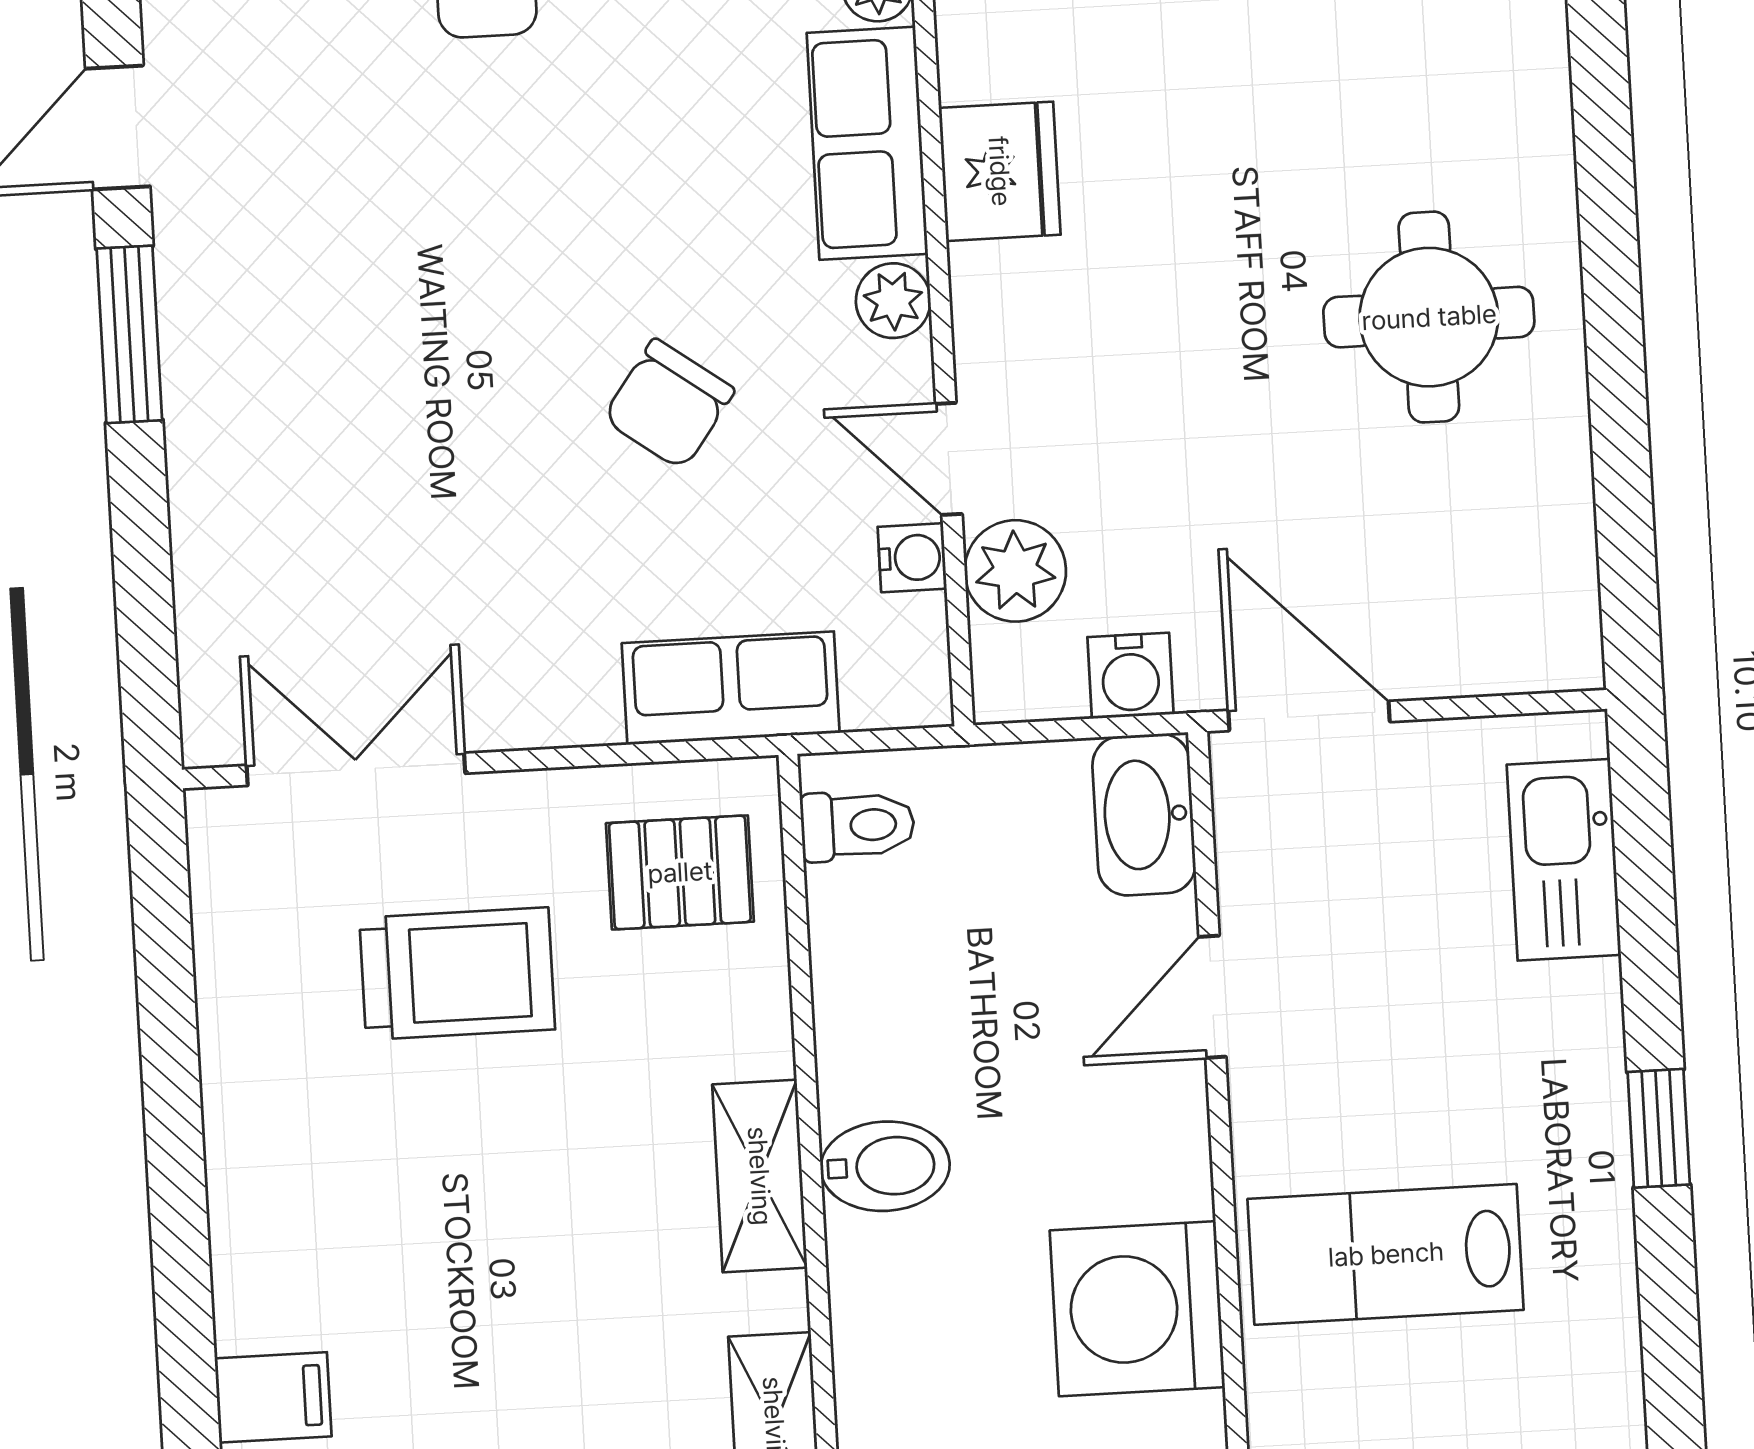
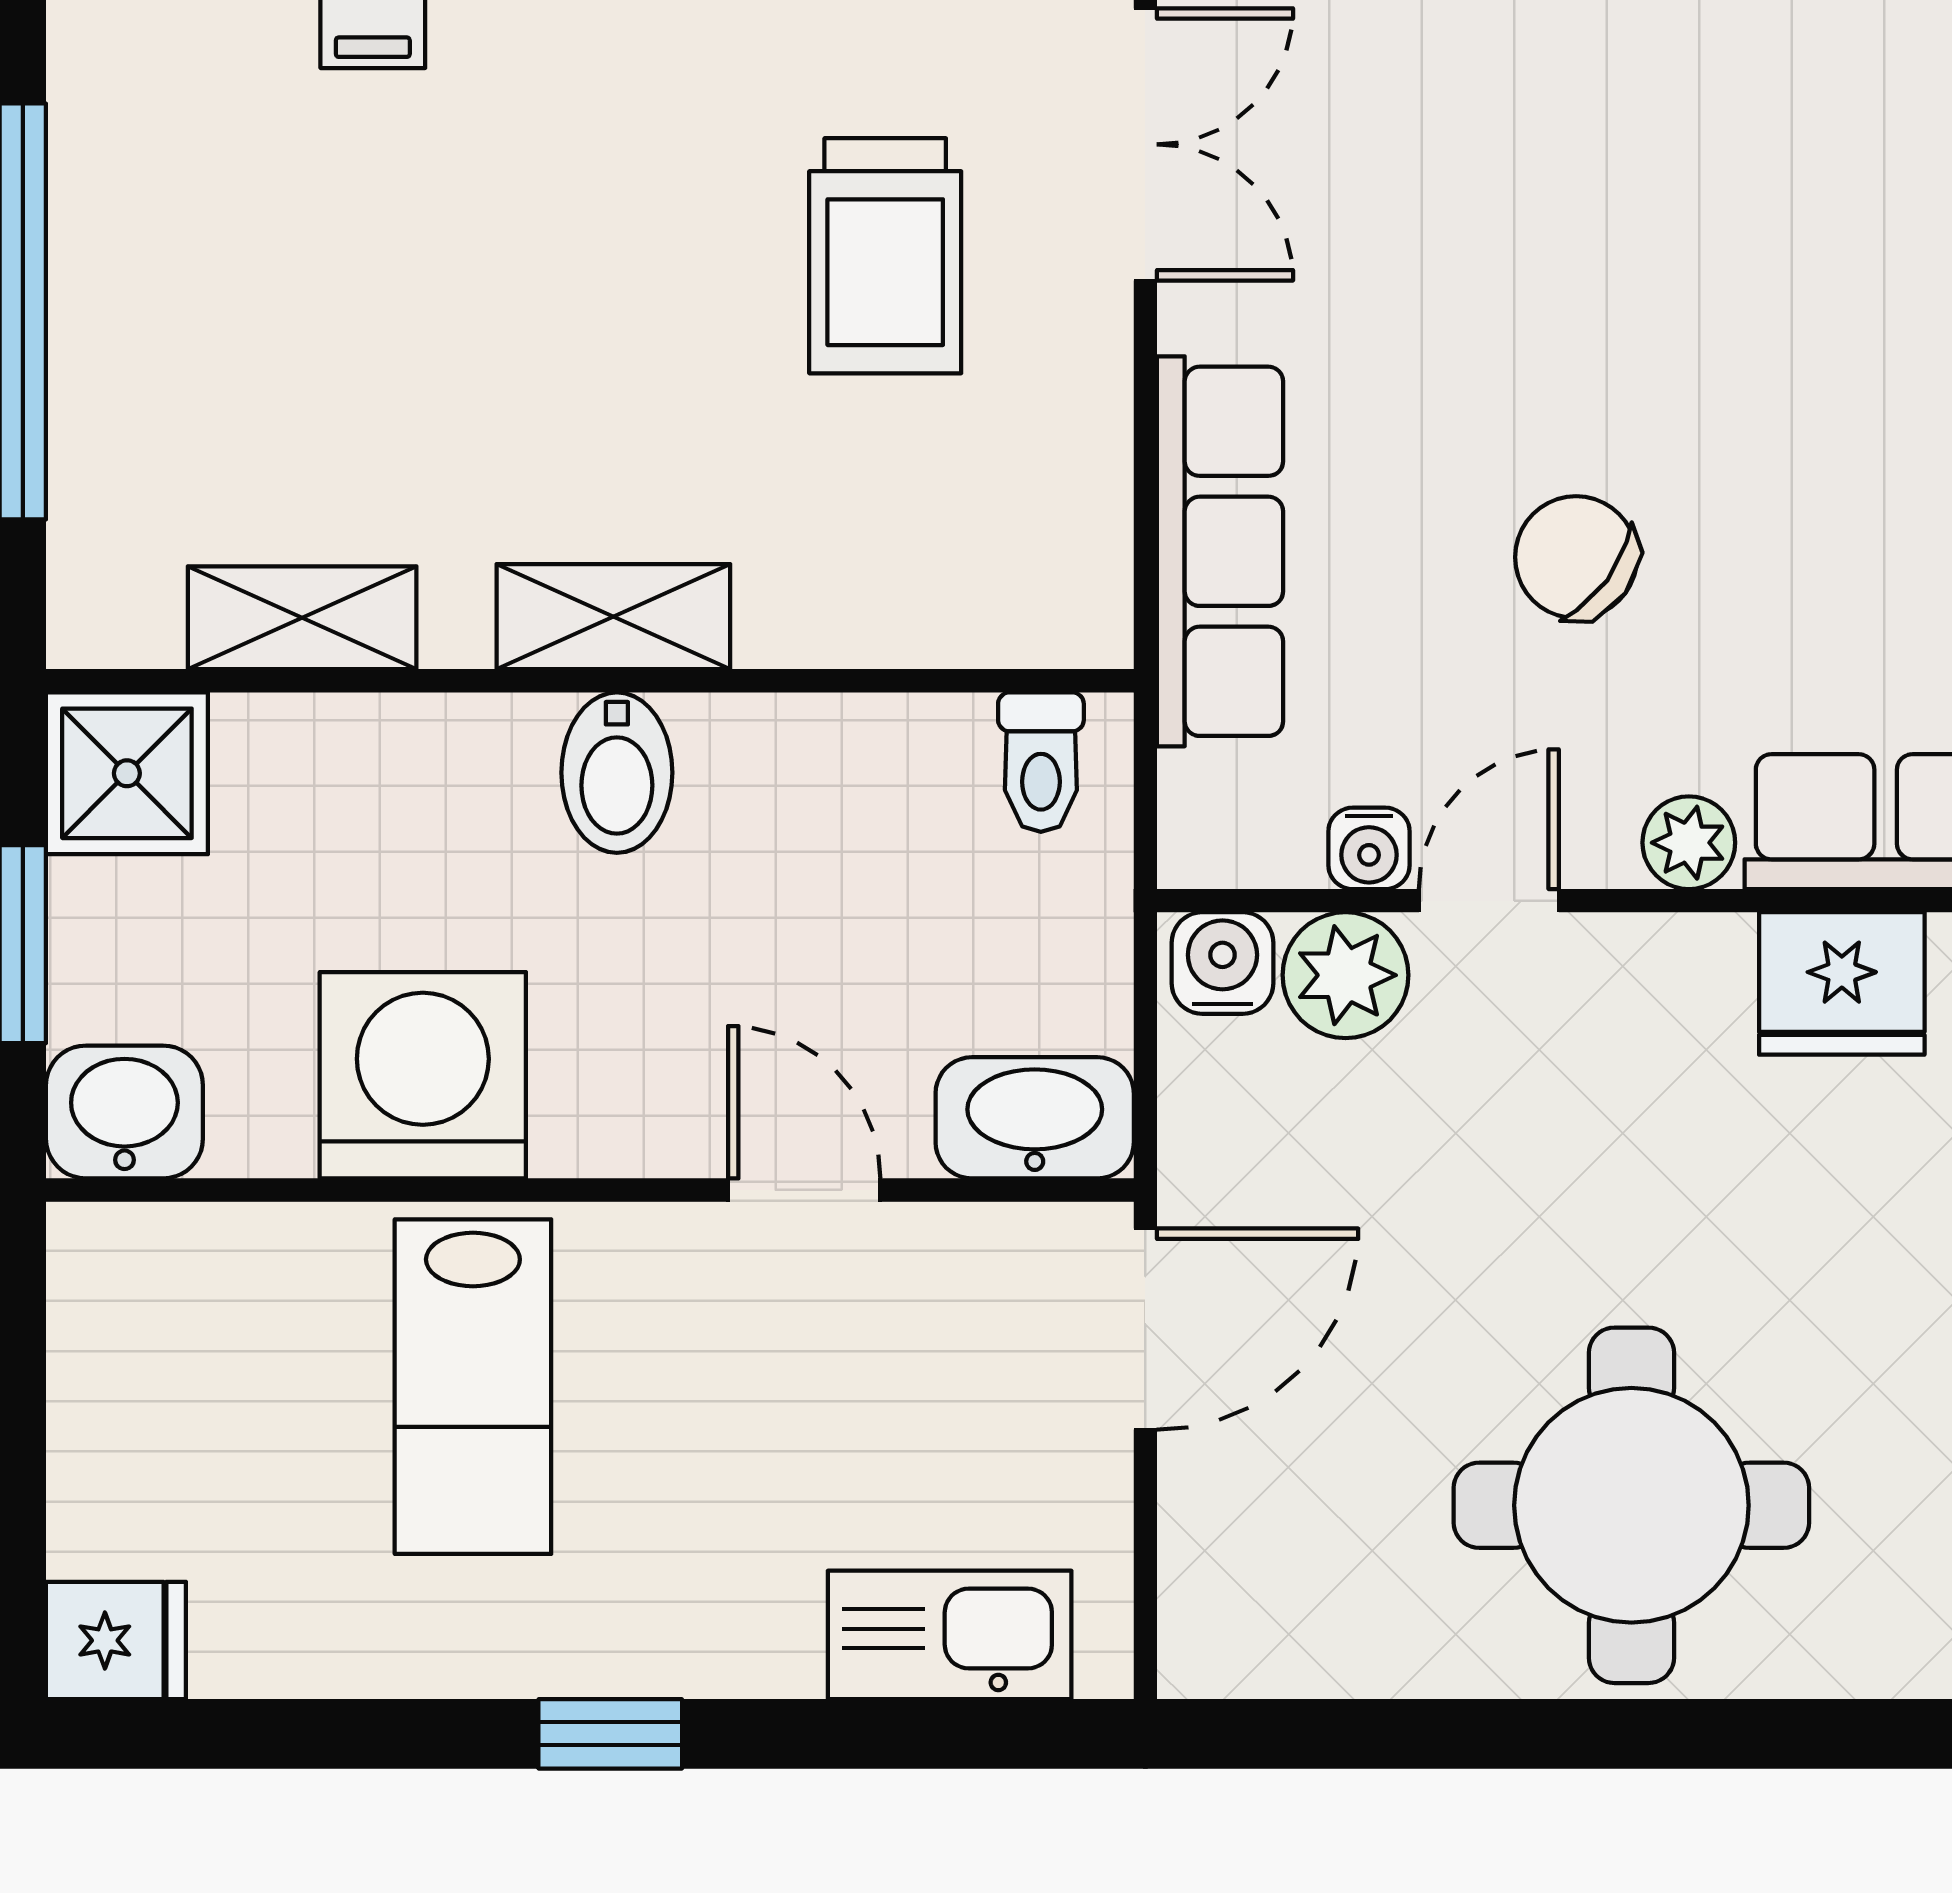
round table: (1429, 317) -> (1631, 1505), width x1.36, depth x1.36
water cooler: (1130, 676) -> (1222, 963), moved, turned 90
row of seats: (731, 688) -> (1220, 551), width x1.48
pallet: (680, 872) -> (995, 539), removed
lab bench: (1386, 1254) -> (473, 1387), turned 180

